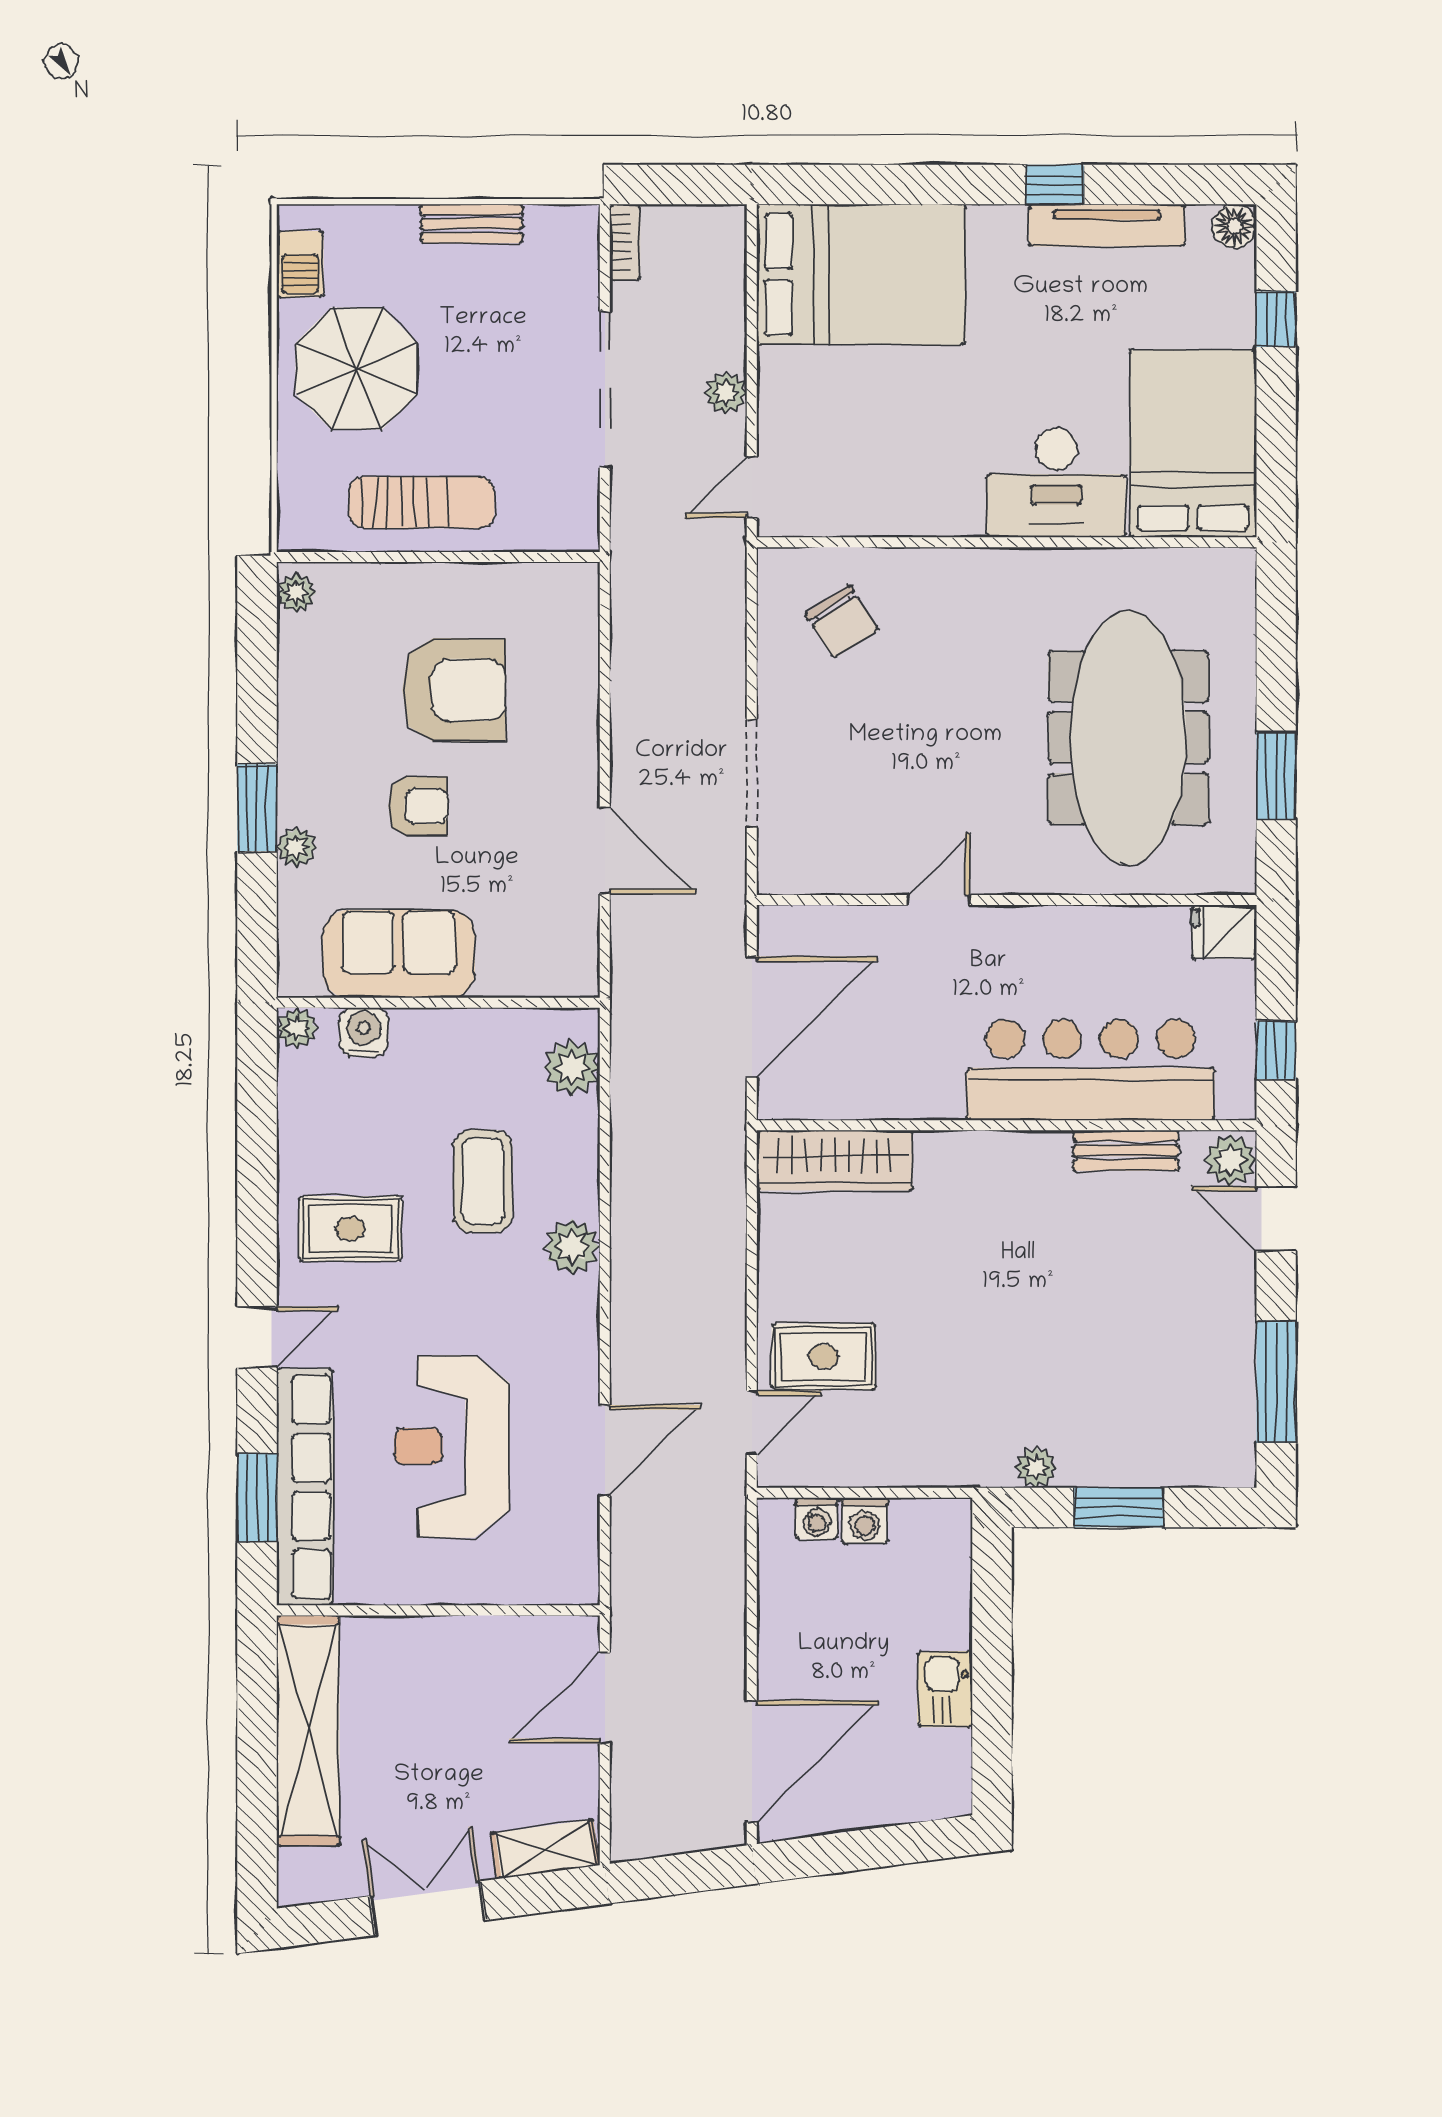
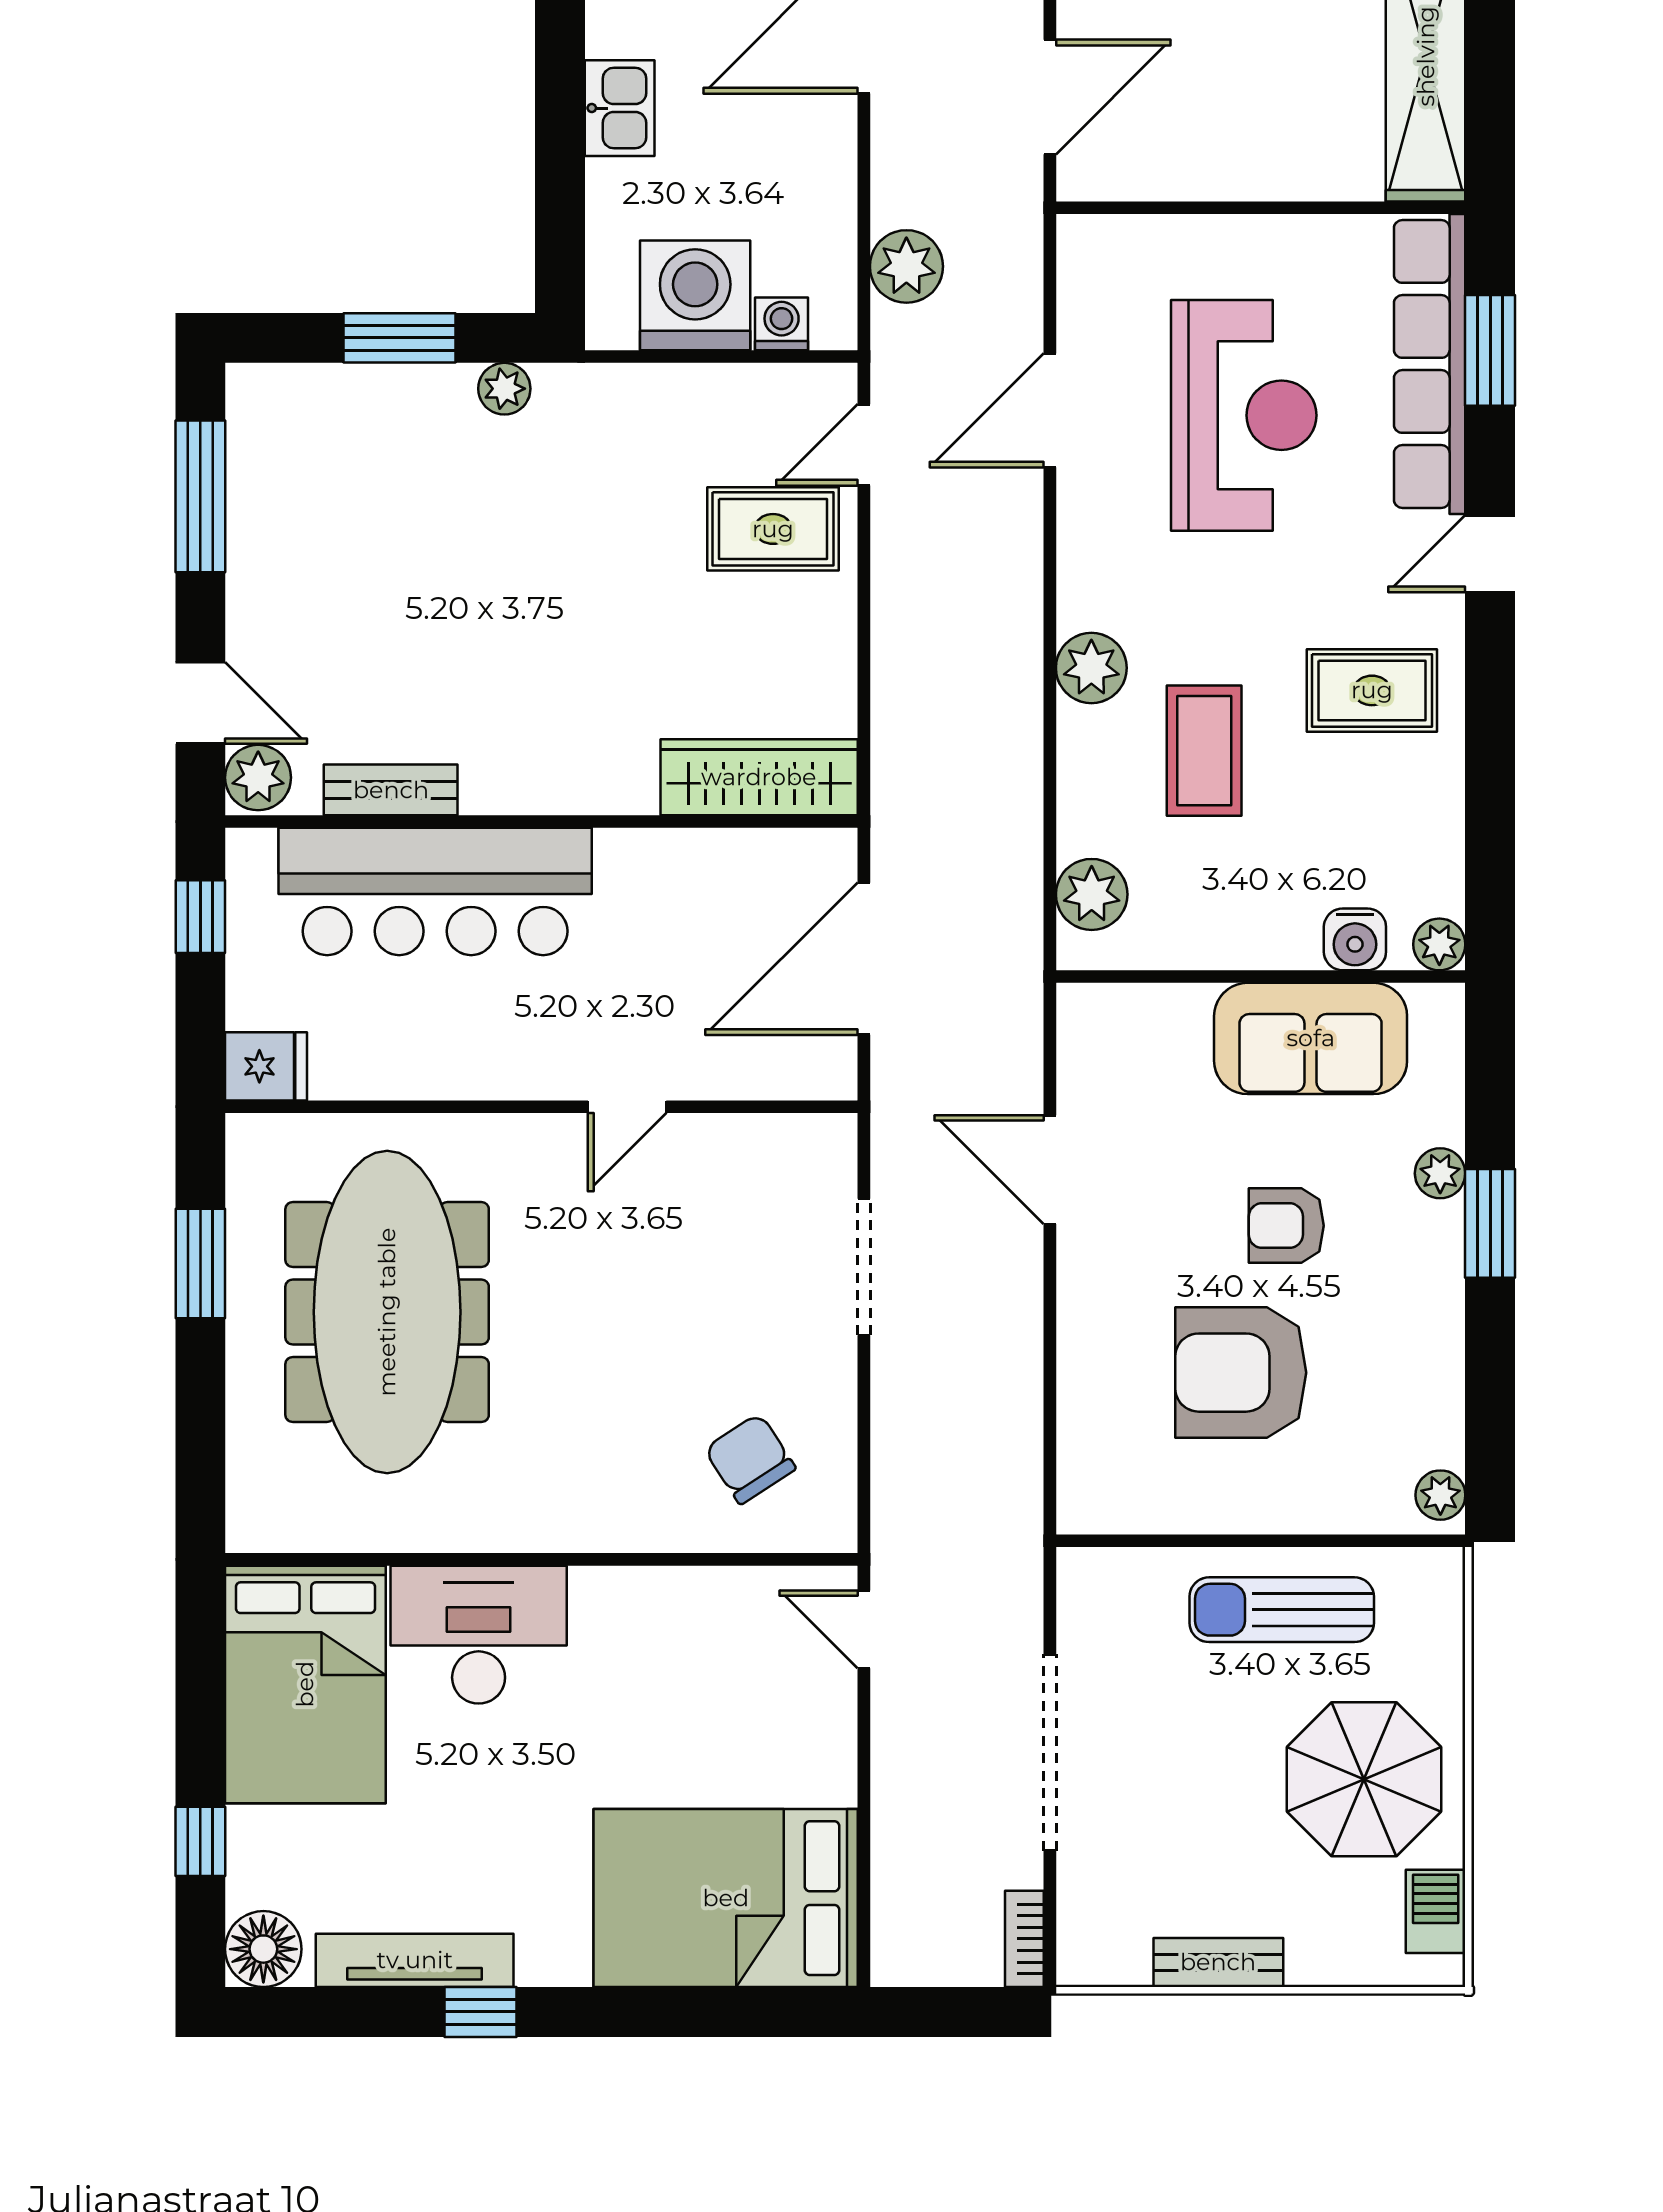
floor lamp: (1235, 226) -> (263, 1949), width x1.38, depth x1.38
plant: (726, 393) -> (906, 266), moved, width x1.38, depth x1.38
door: (752, 487) -> (864, 1629), swing flipped
washing machine: (865, 1521) -> (695, 295), width x1.89, depth x1.89

